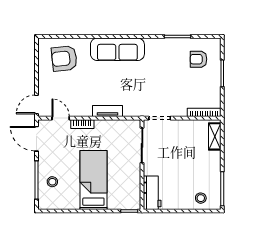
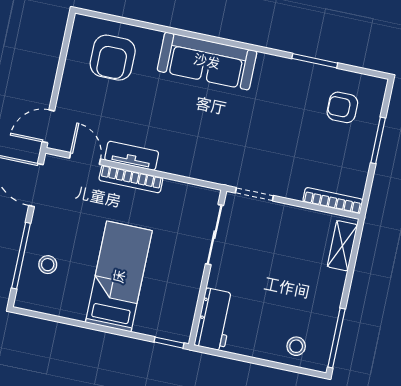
armchair: (64, 58) -> (113, 58), turned -84
tv unit: (108, 111) -> (132, 156), moved
bookcase: (82, 124) -> (131, 179), width x1.56

